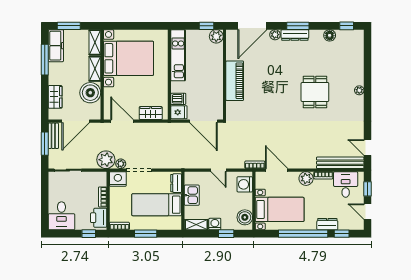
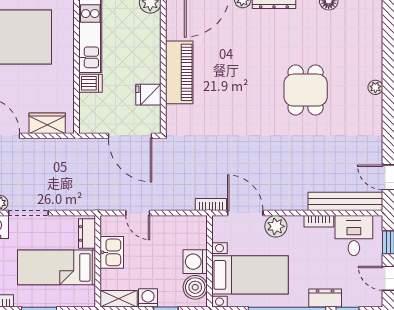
dishwasher: (178, 99) -> (91, 83), moved
fridge: (179, 112) -> (148, 95), moved, turned 180
door: (218, 170) -> (138, 213), moved
plant: (306, 179) -> (276, 226), moved
washing machine: (245, 184) -> (195, 262), moved

